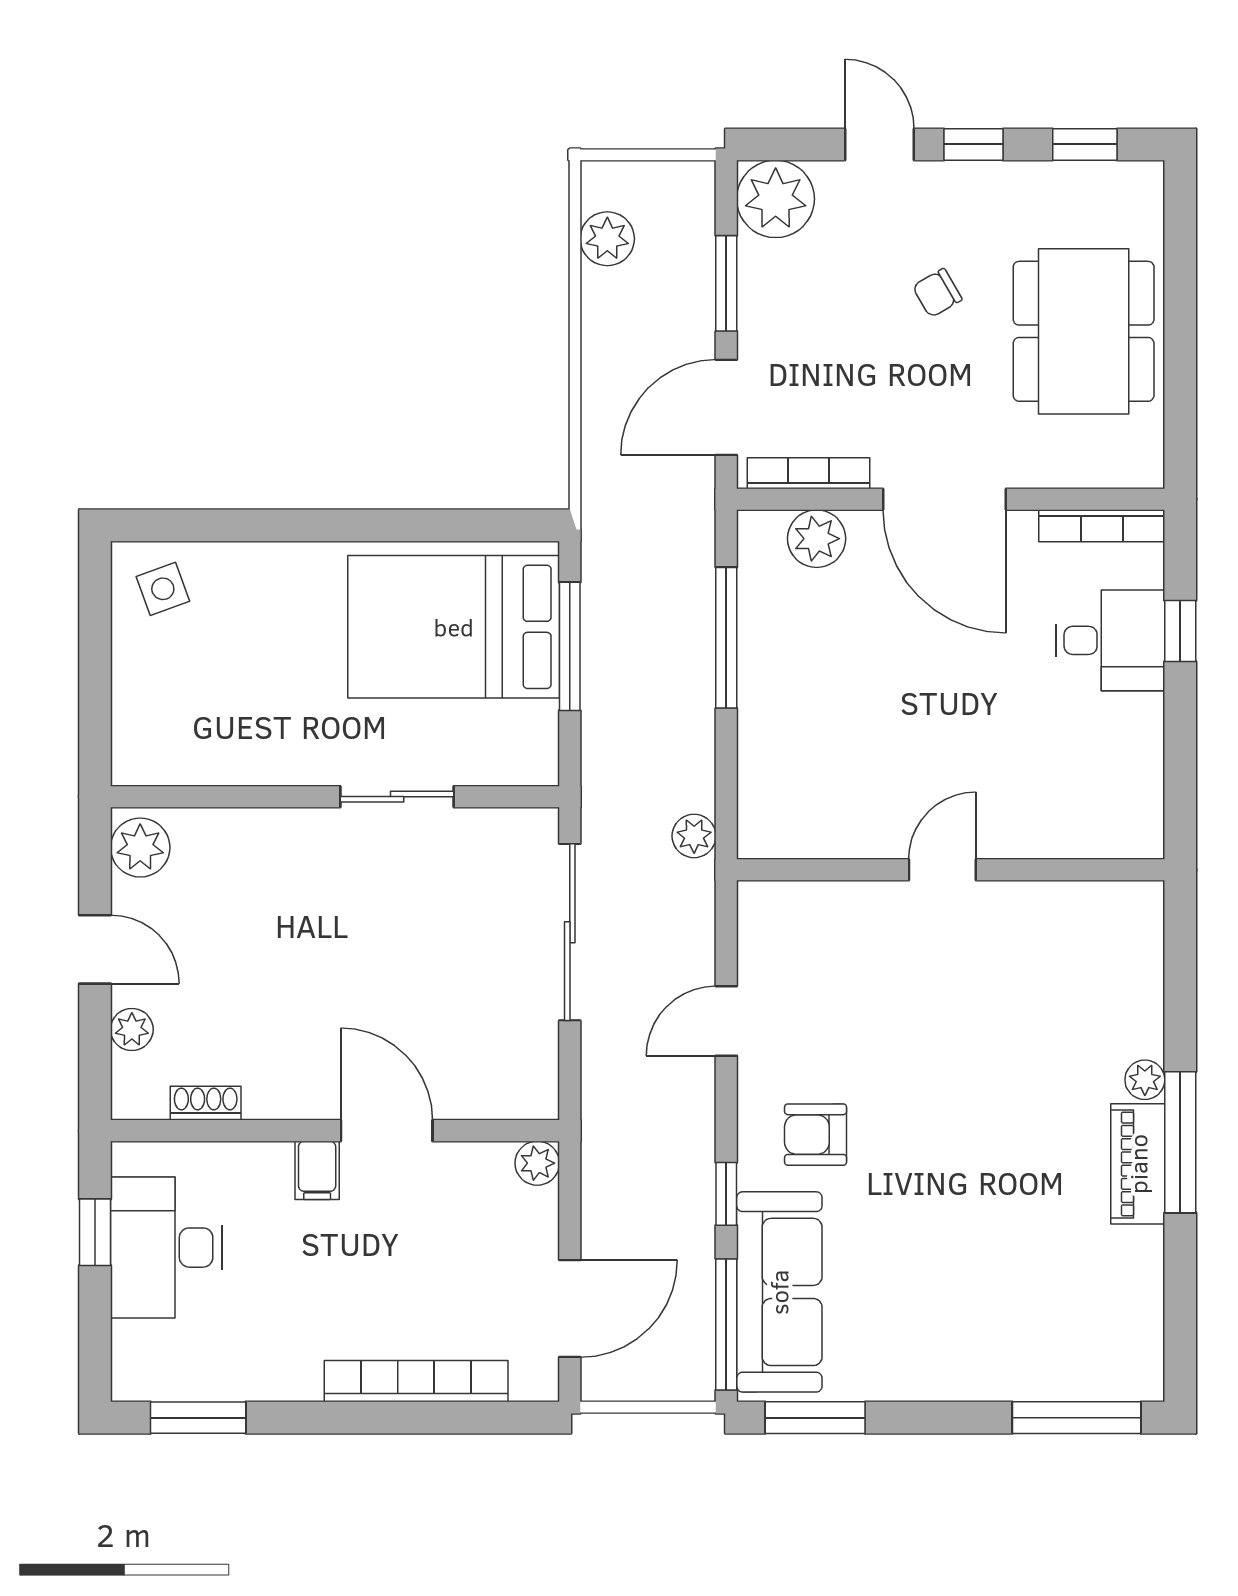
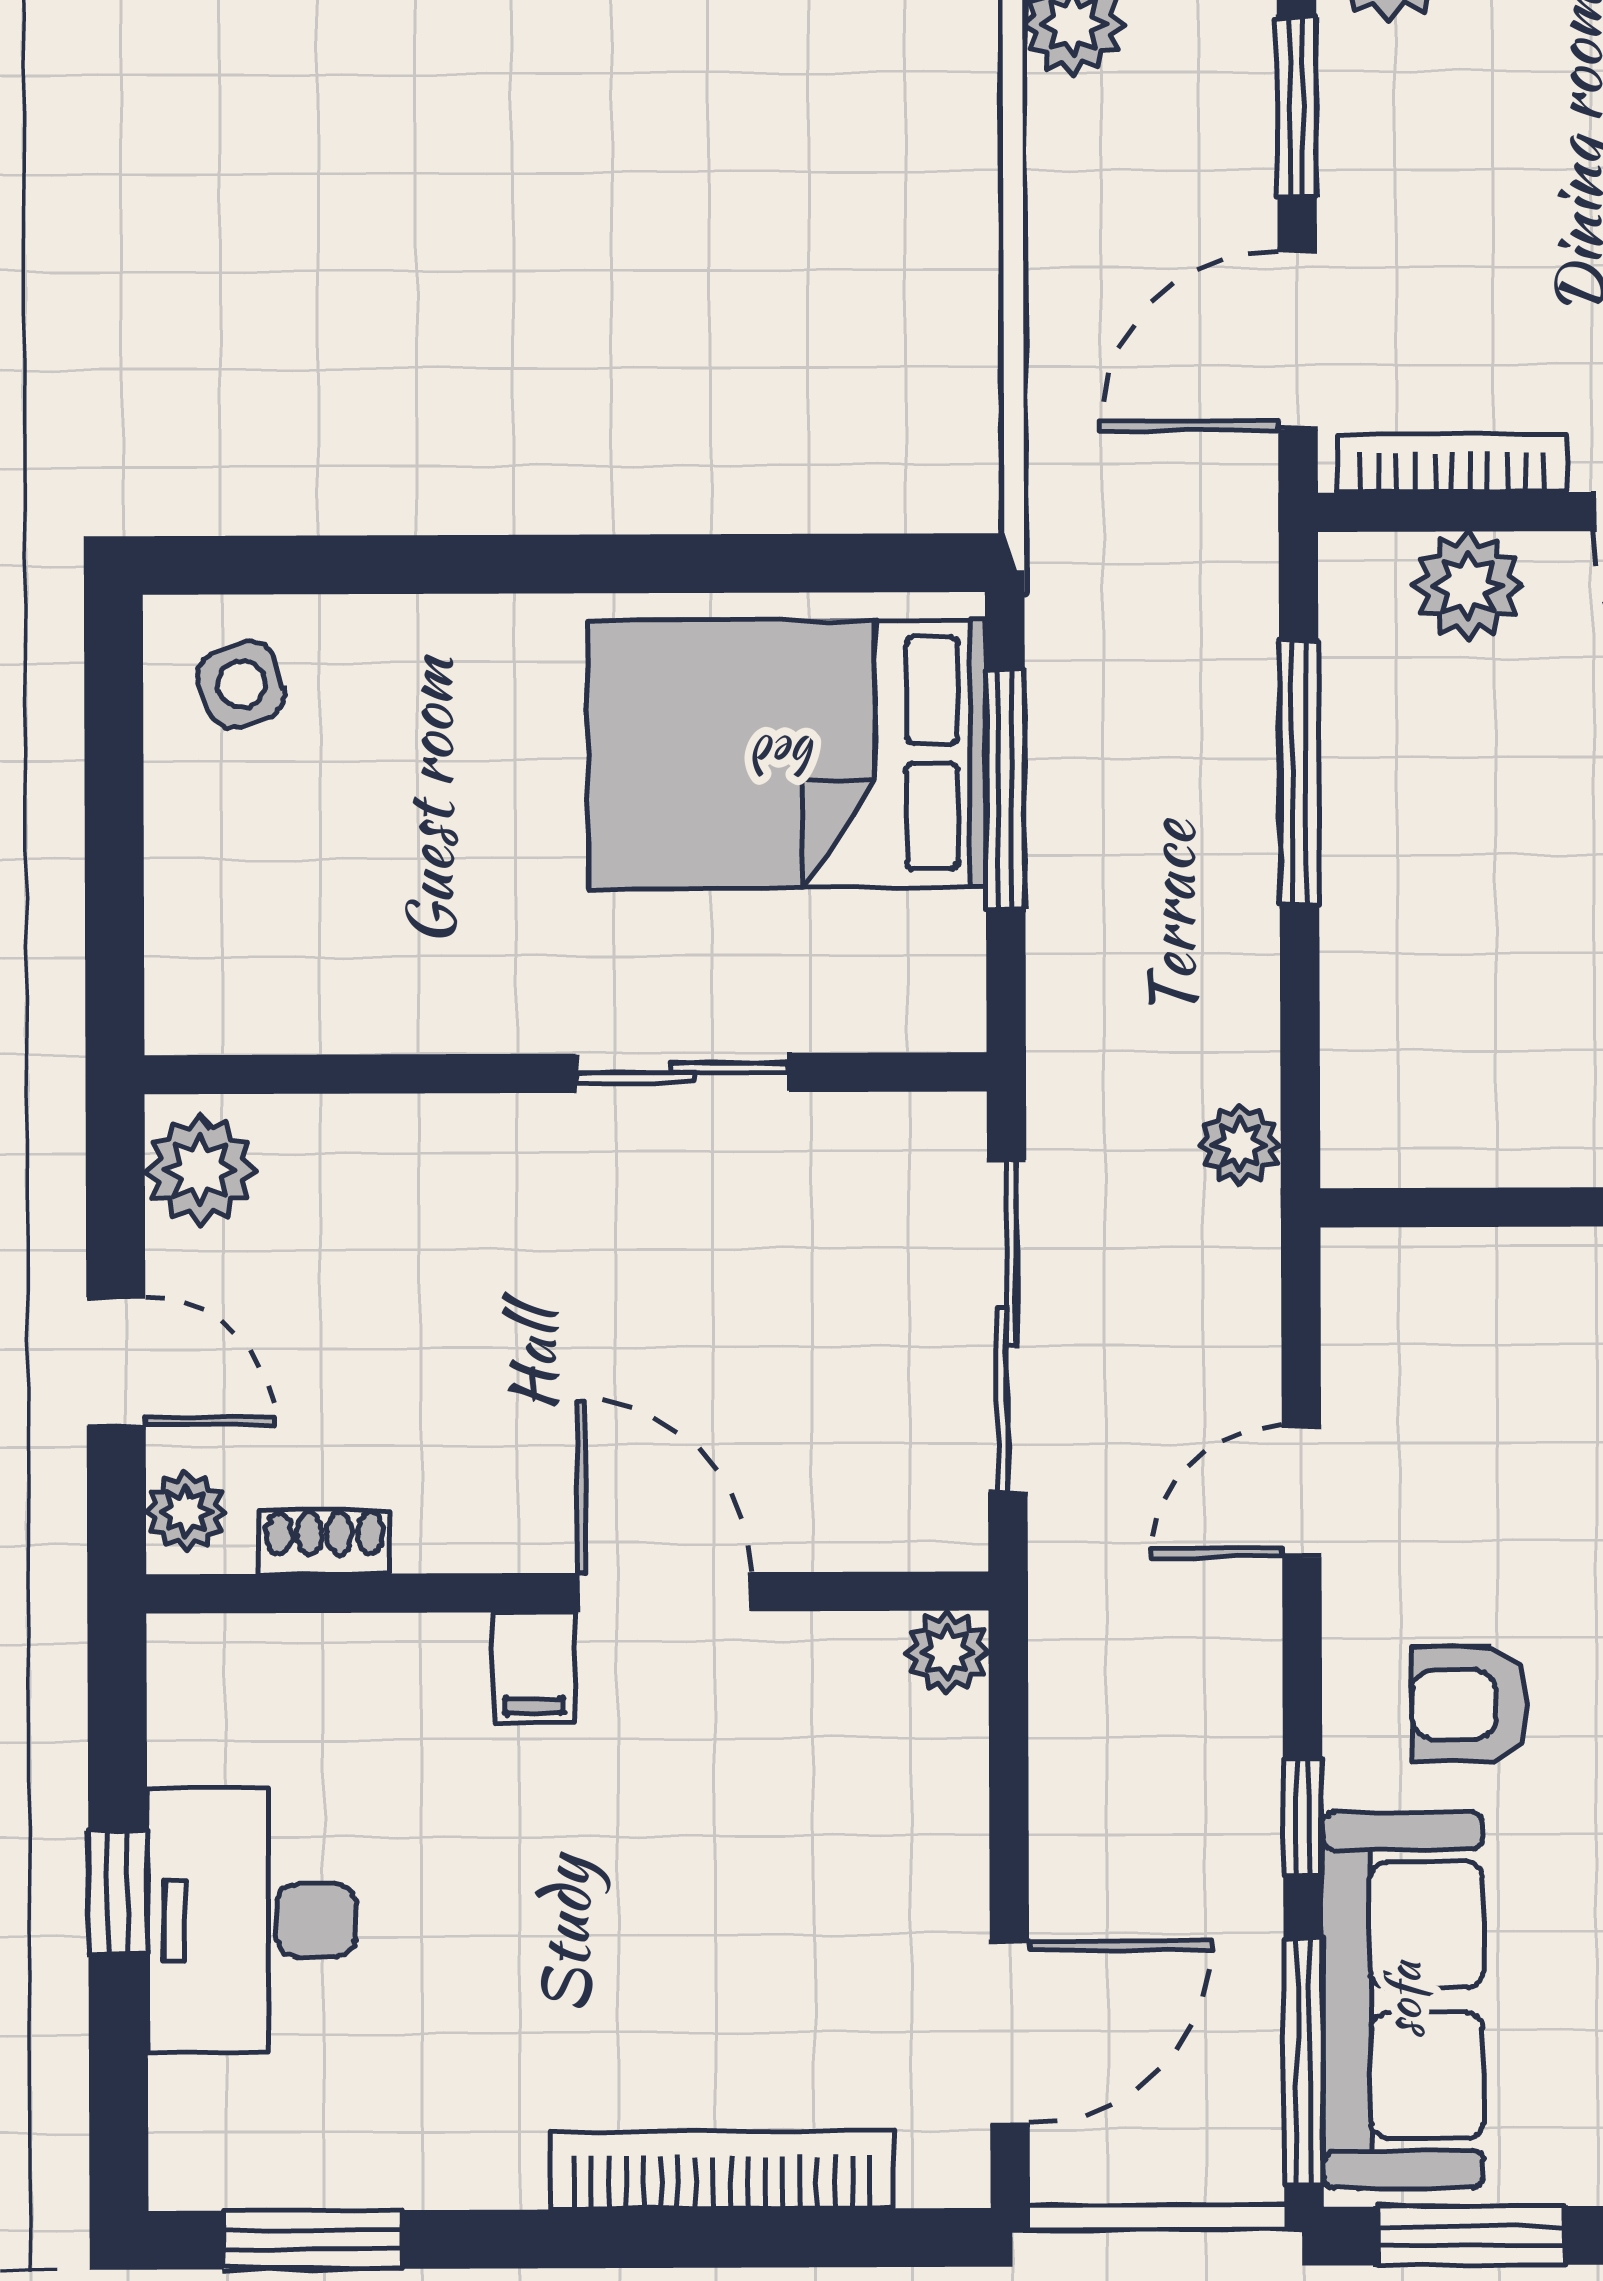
shoe rack: (206, 1103) -> (325, 1542), moved
wall: (335, 1131) -> (567, 1592), moved
door: (387, 1131) -> (664, 1592), moved
plant: (537, 1163) -> (947, 1652), moved
filing cabinet: (317, 1170) -> (534, 1667), moved

